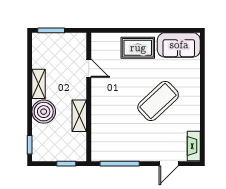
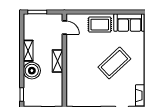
door: (89, 68) -> (64, 28), moved
shelving: (79, 116) -> (58, 61), moved

